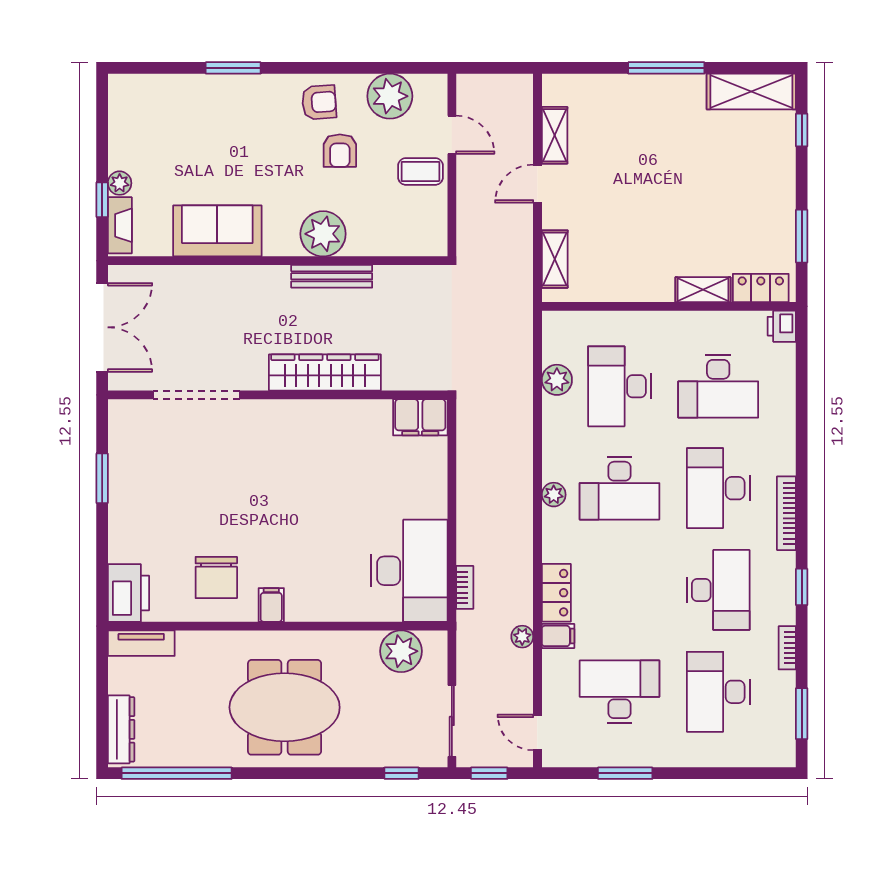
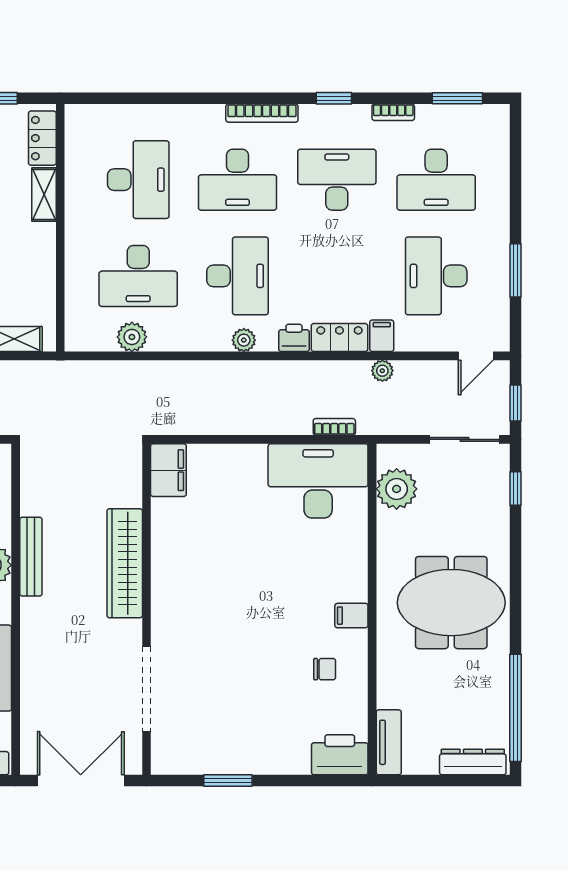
printer: (782, 326) -> (294, 338), moved, turned 180
chair: (216, 577) -> (325, 669), width x0.54, depth x0.54
meeting table: (285, 707) -> (451, 603), turned 90

